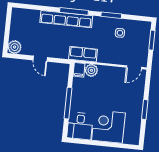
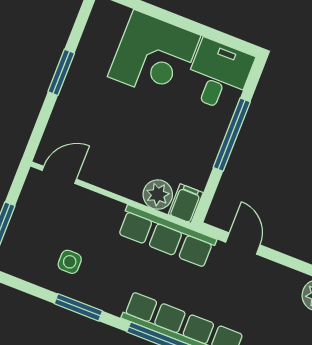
row of seats: (83, 54) -> (167, 236), width x1.48
door: (40, 59) -> (243, 244), moved

